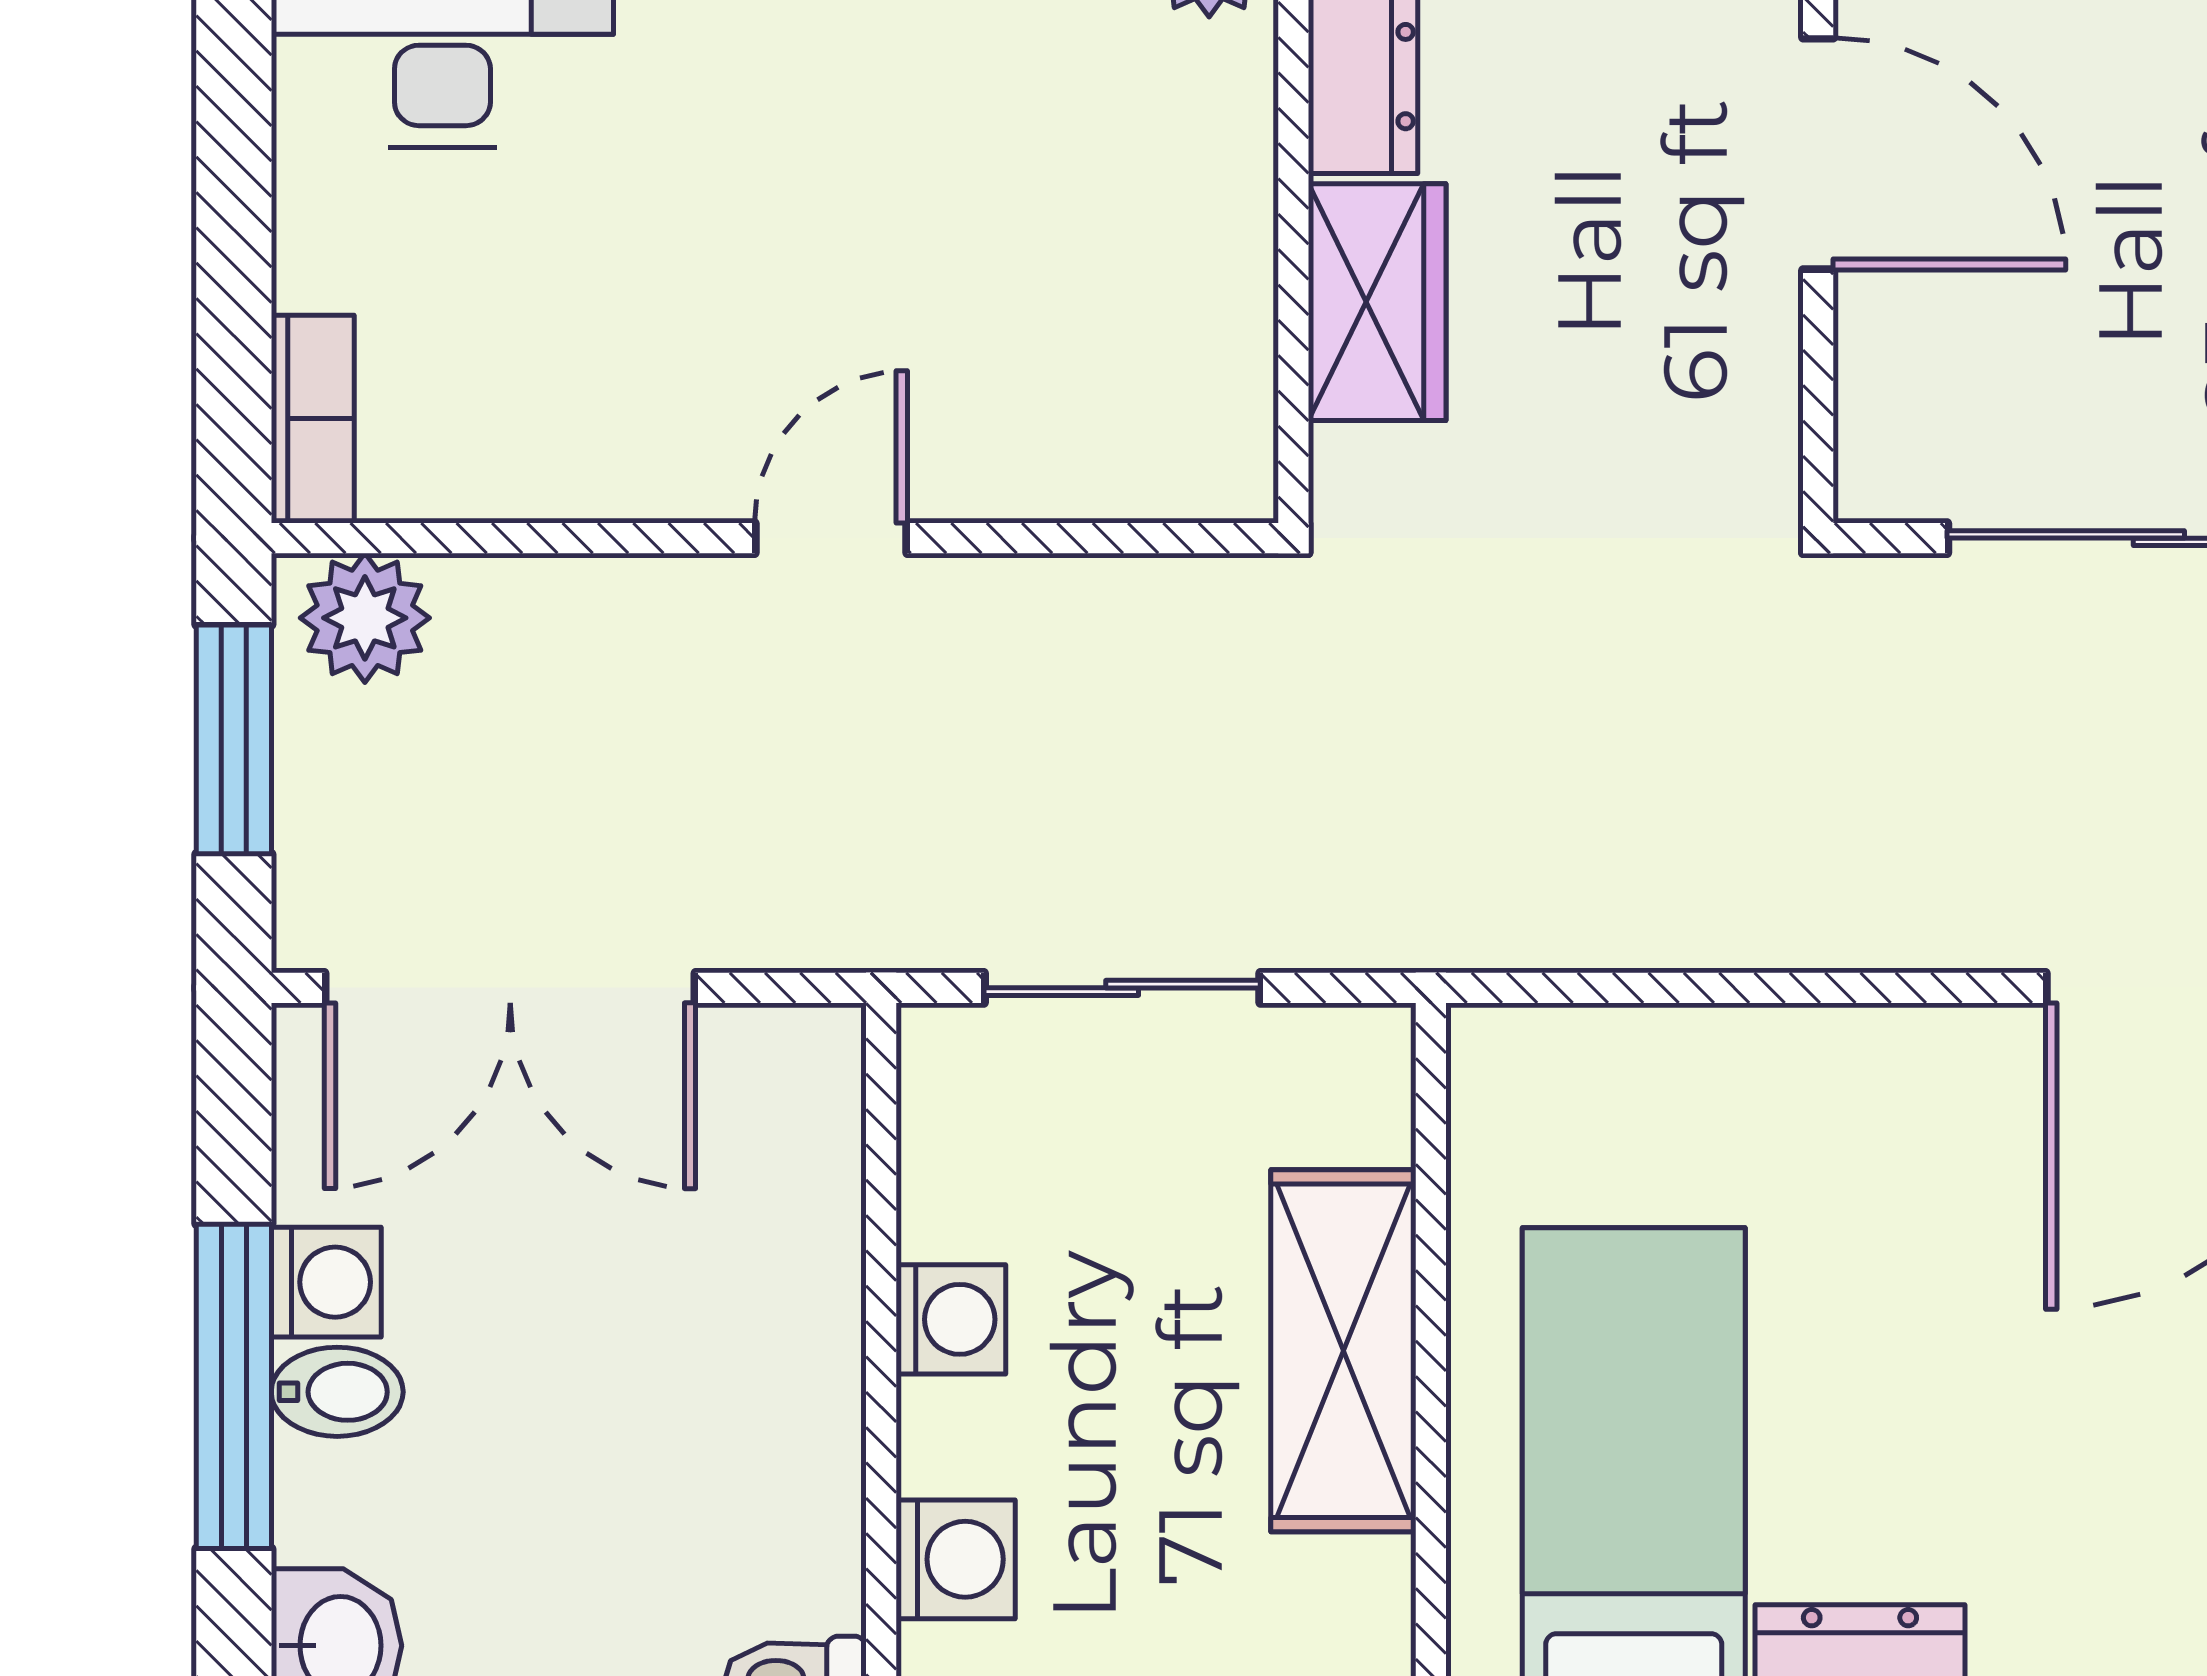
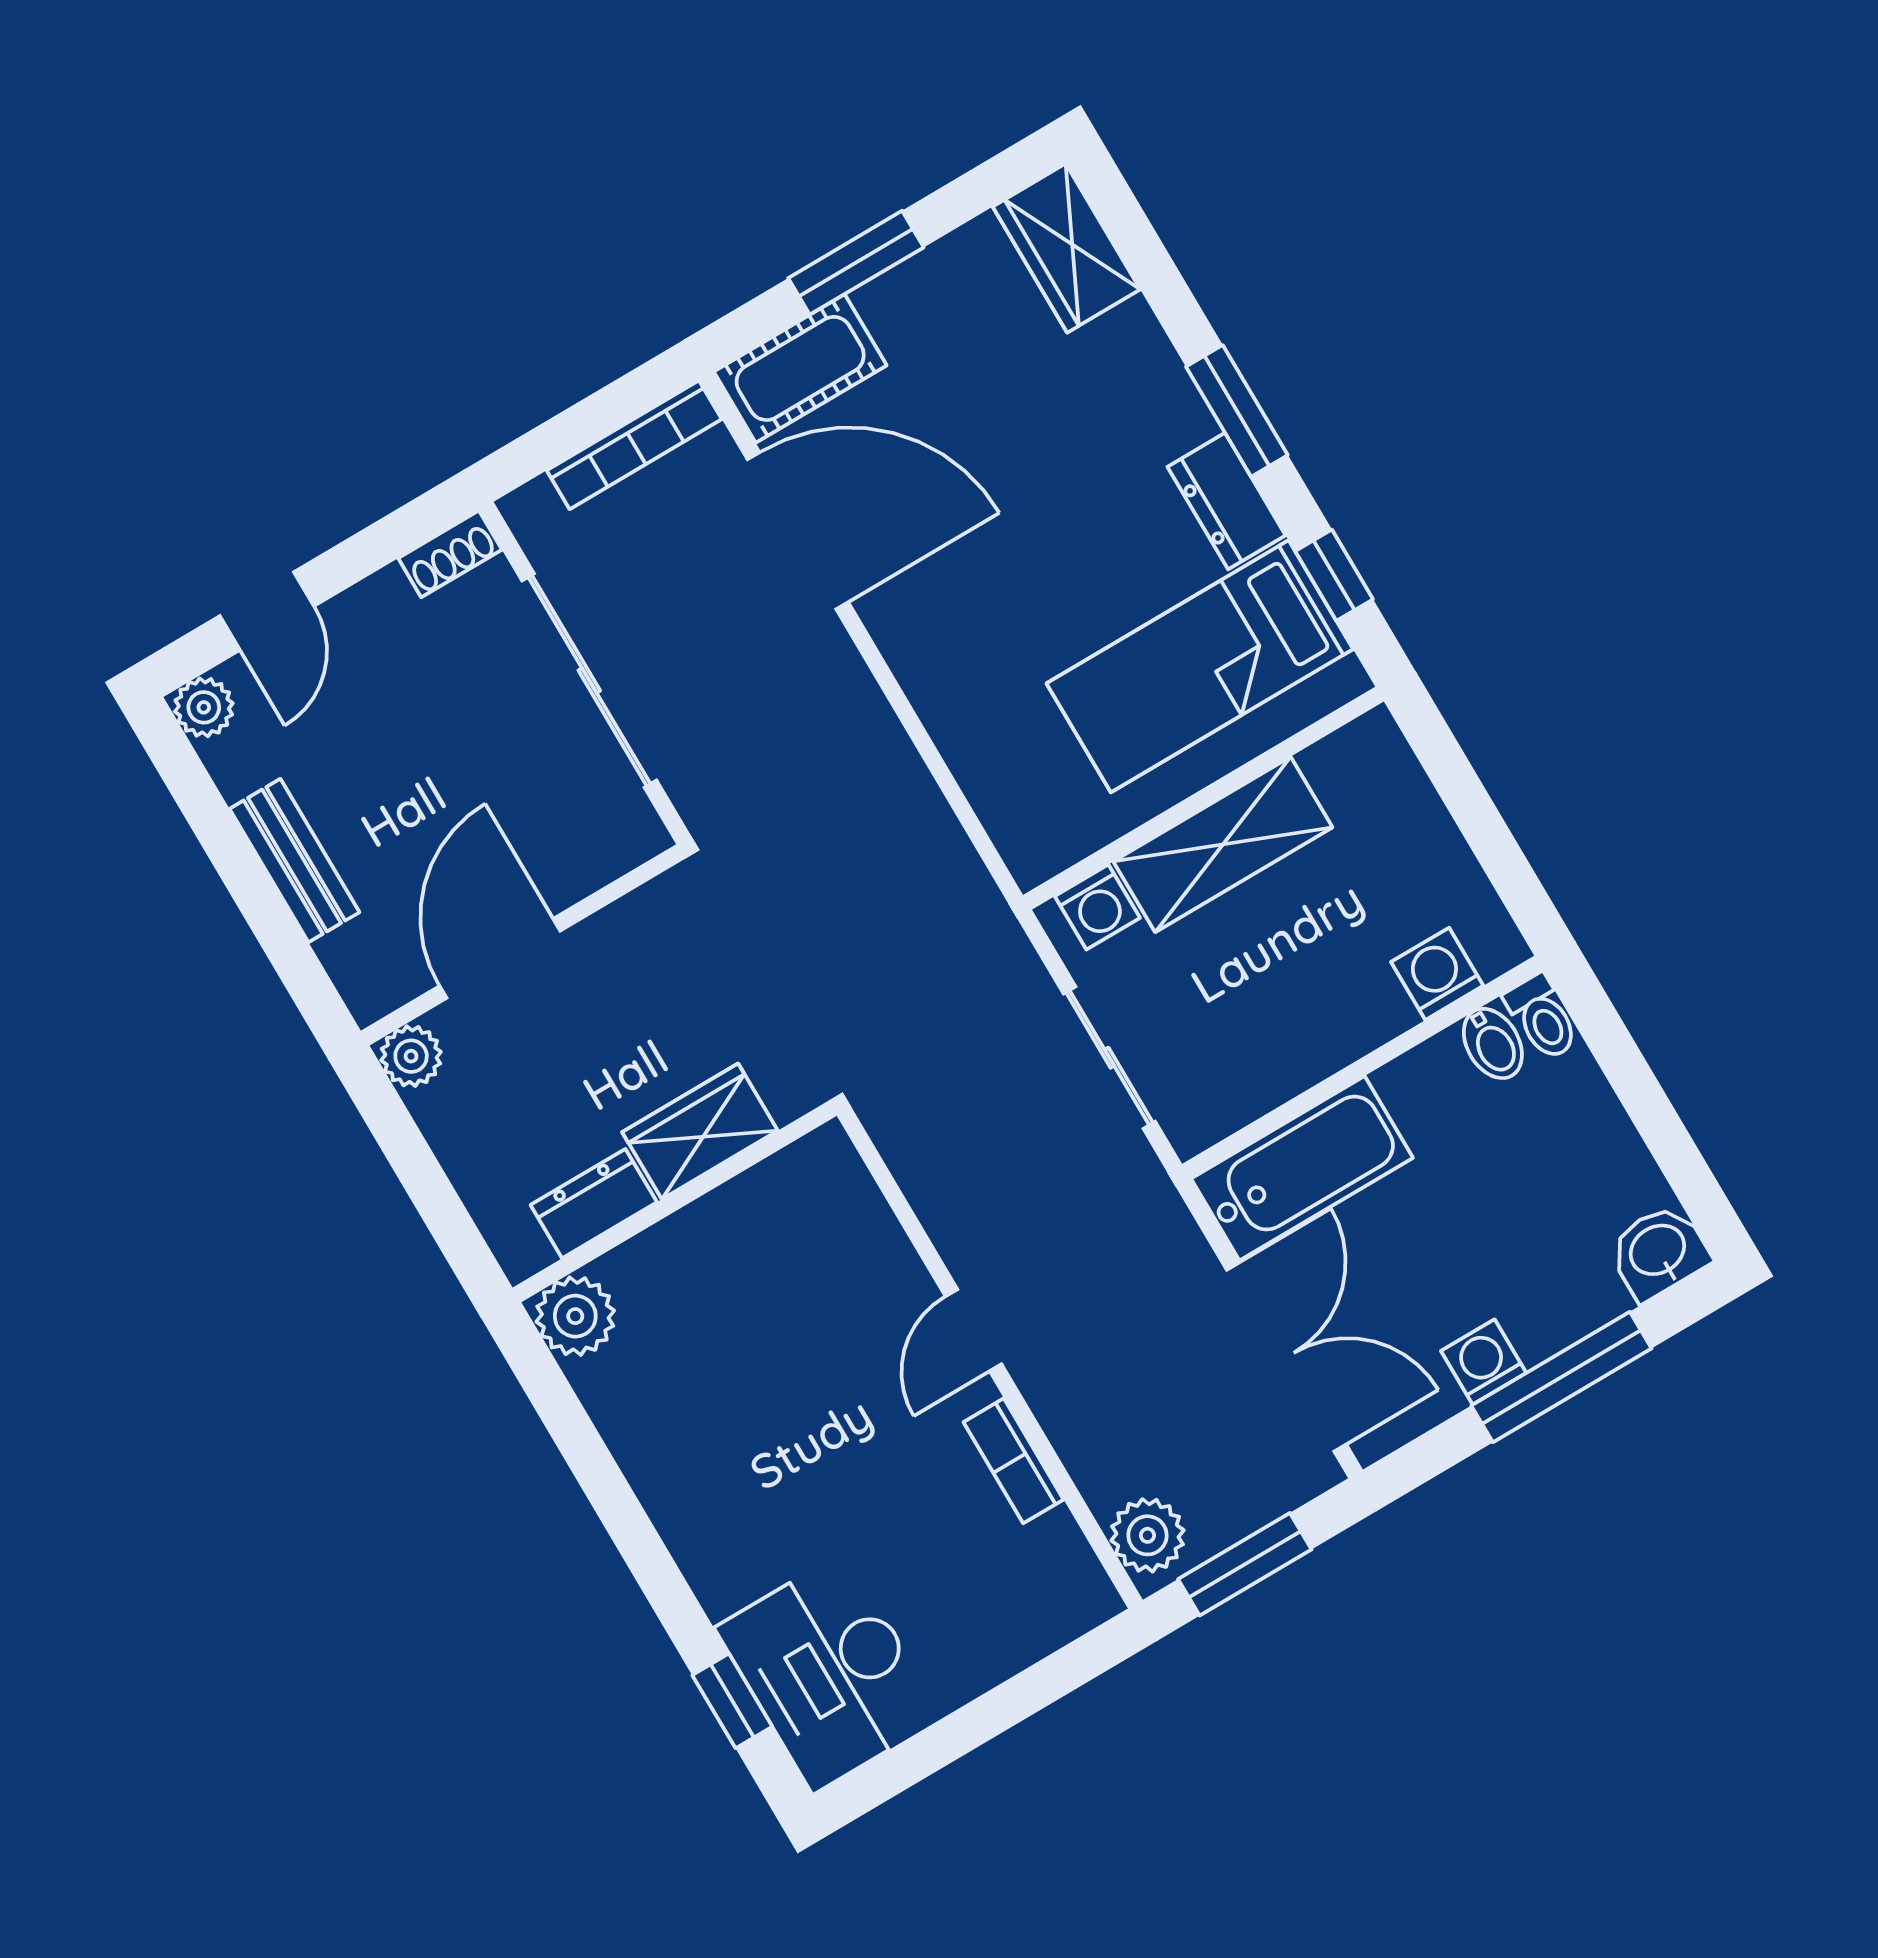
bookcase: (313, 419) -> (1014, 1461), moved, turned -90
door: (831, 538) -> (974, 1330), hinge flipped
bathtub: (782, 1181) -> (1302, 1168), added
washing machine: (951, 1319) -> (1097, 907), moved, turned 180
bidet: (337, 1392) -> (1493, 1043), moved, turned 180

